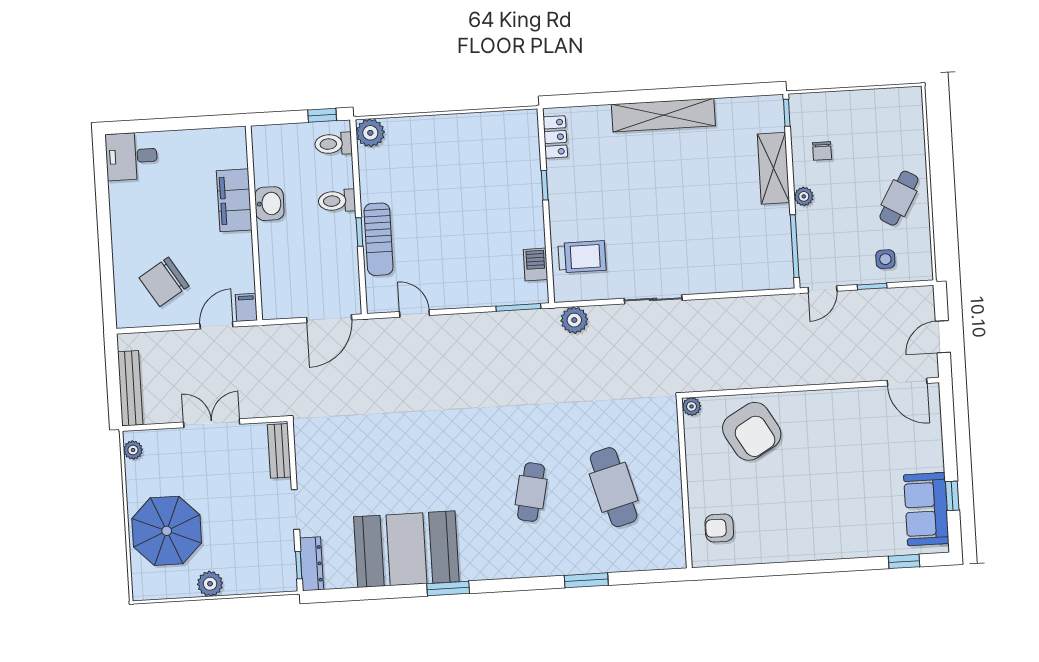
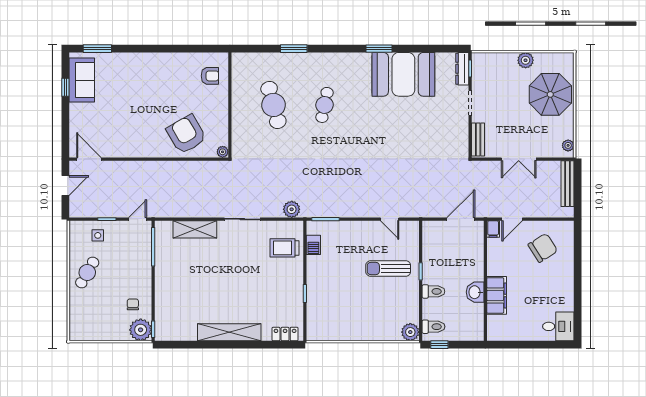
locker: (555, 137) -> (285, 334), moved, turned 90
shelving: (773, 168) -> (195, 229), moved, turned 90
plant: (804, 196) -> (141, 330), moved, width x1.87, depth x1.87
sun lounger: (379, 239) -> (388, 268), moved, turned -90
door: (329, 319) -> (461, 219), moved
window: (904, 561) -> (97, 49), width x1.50

